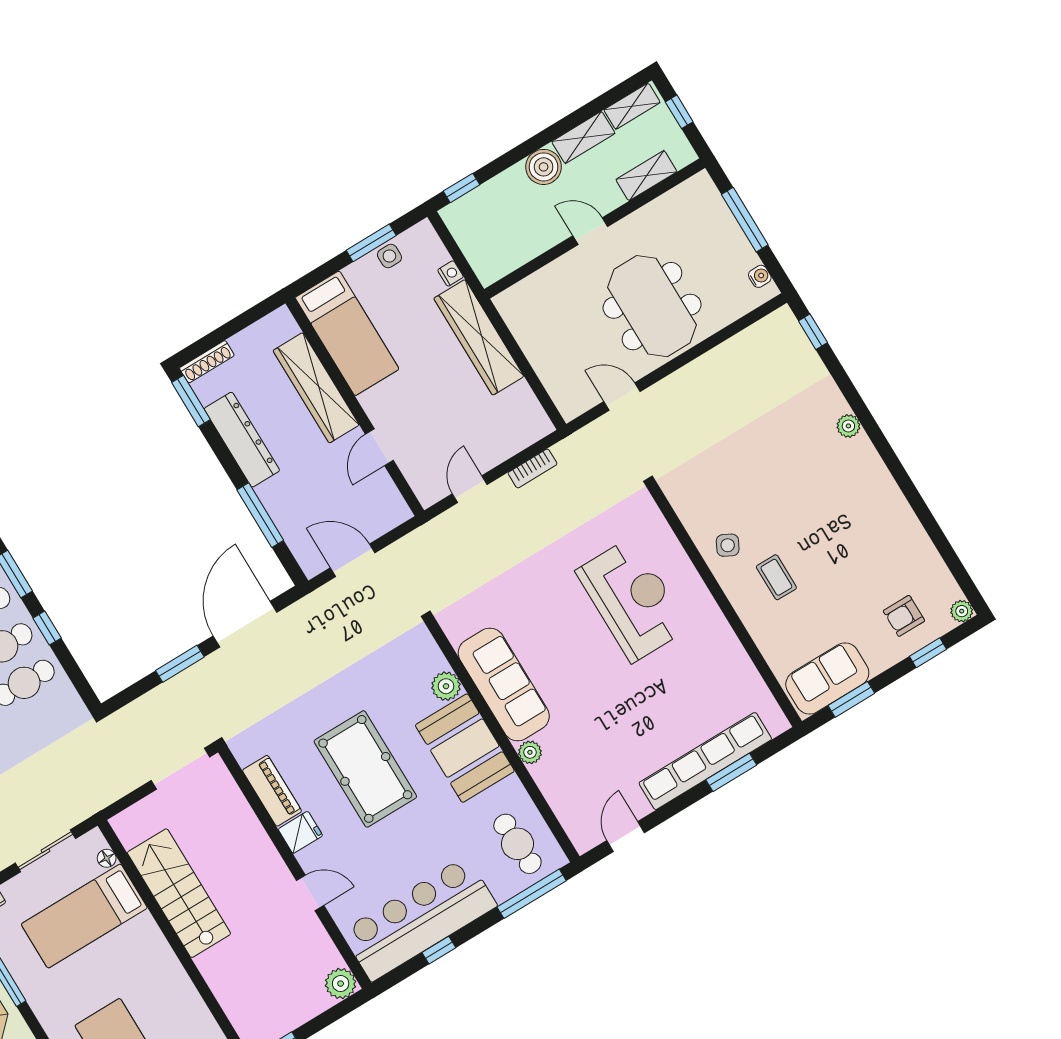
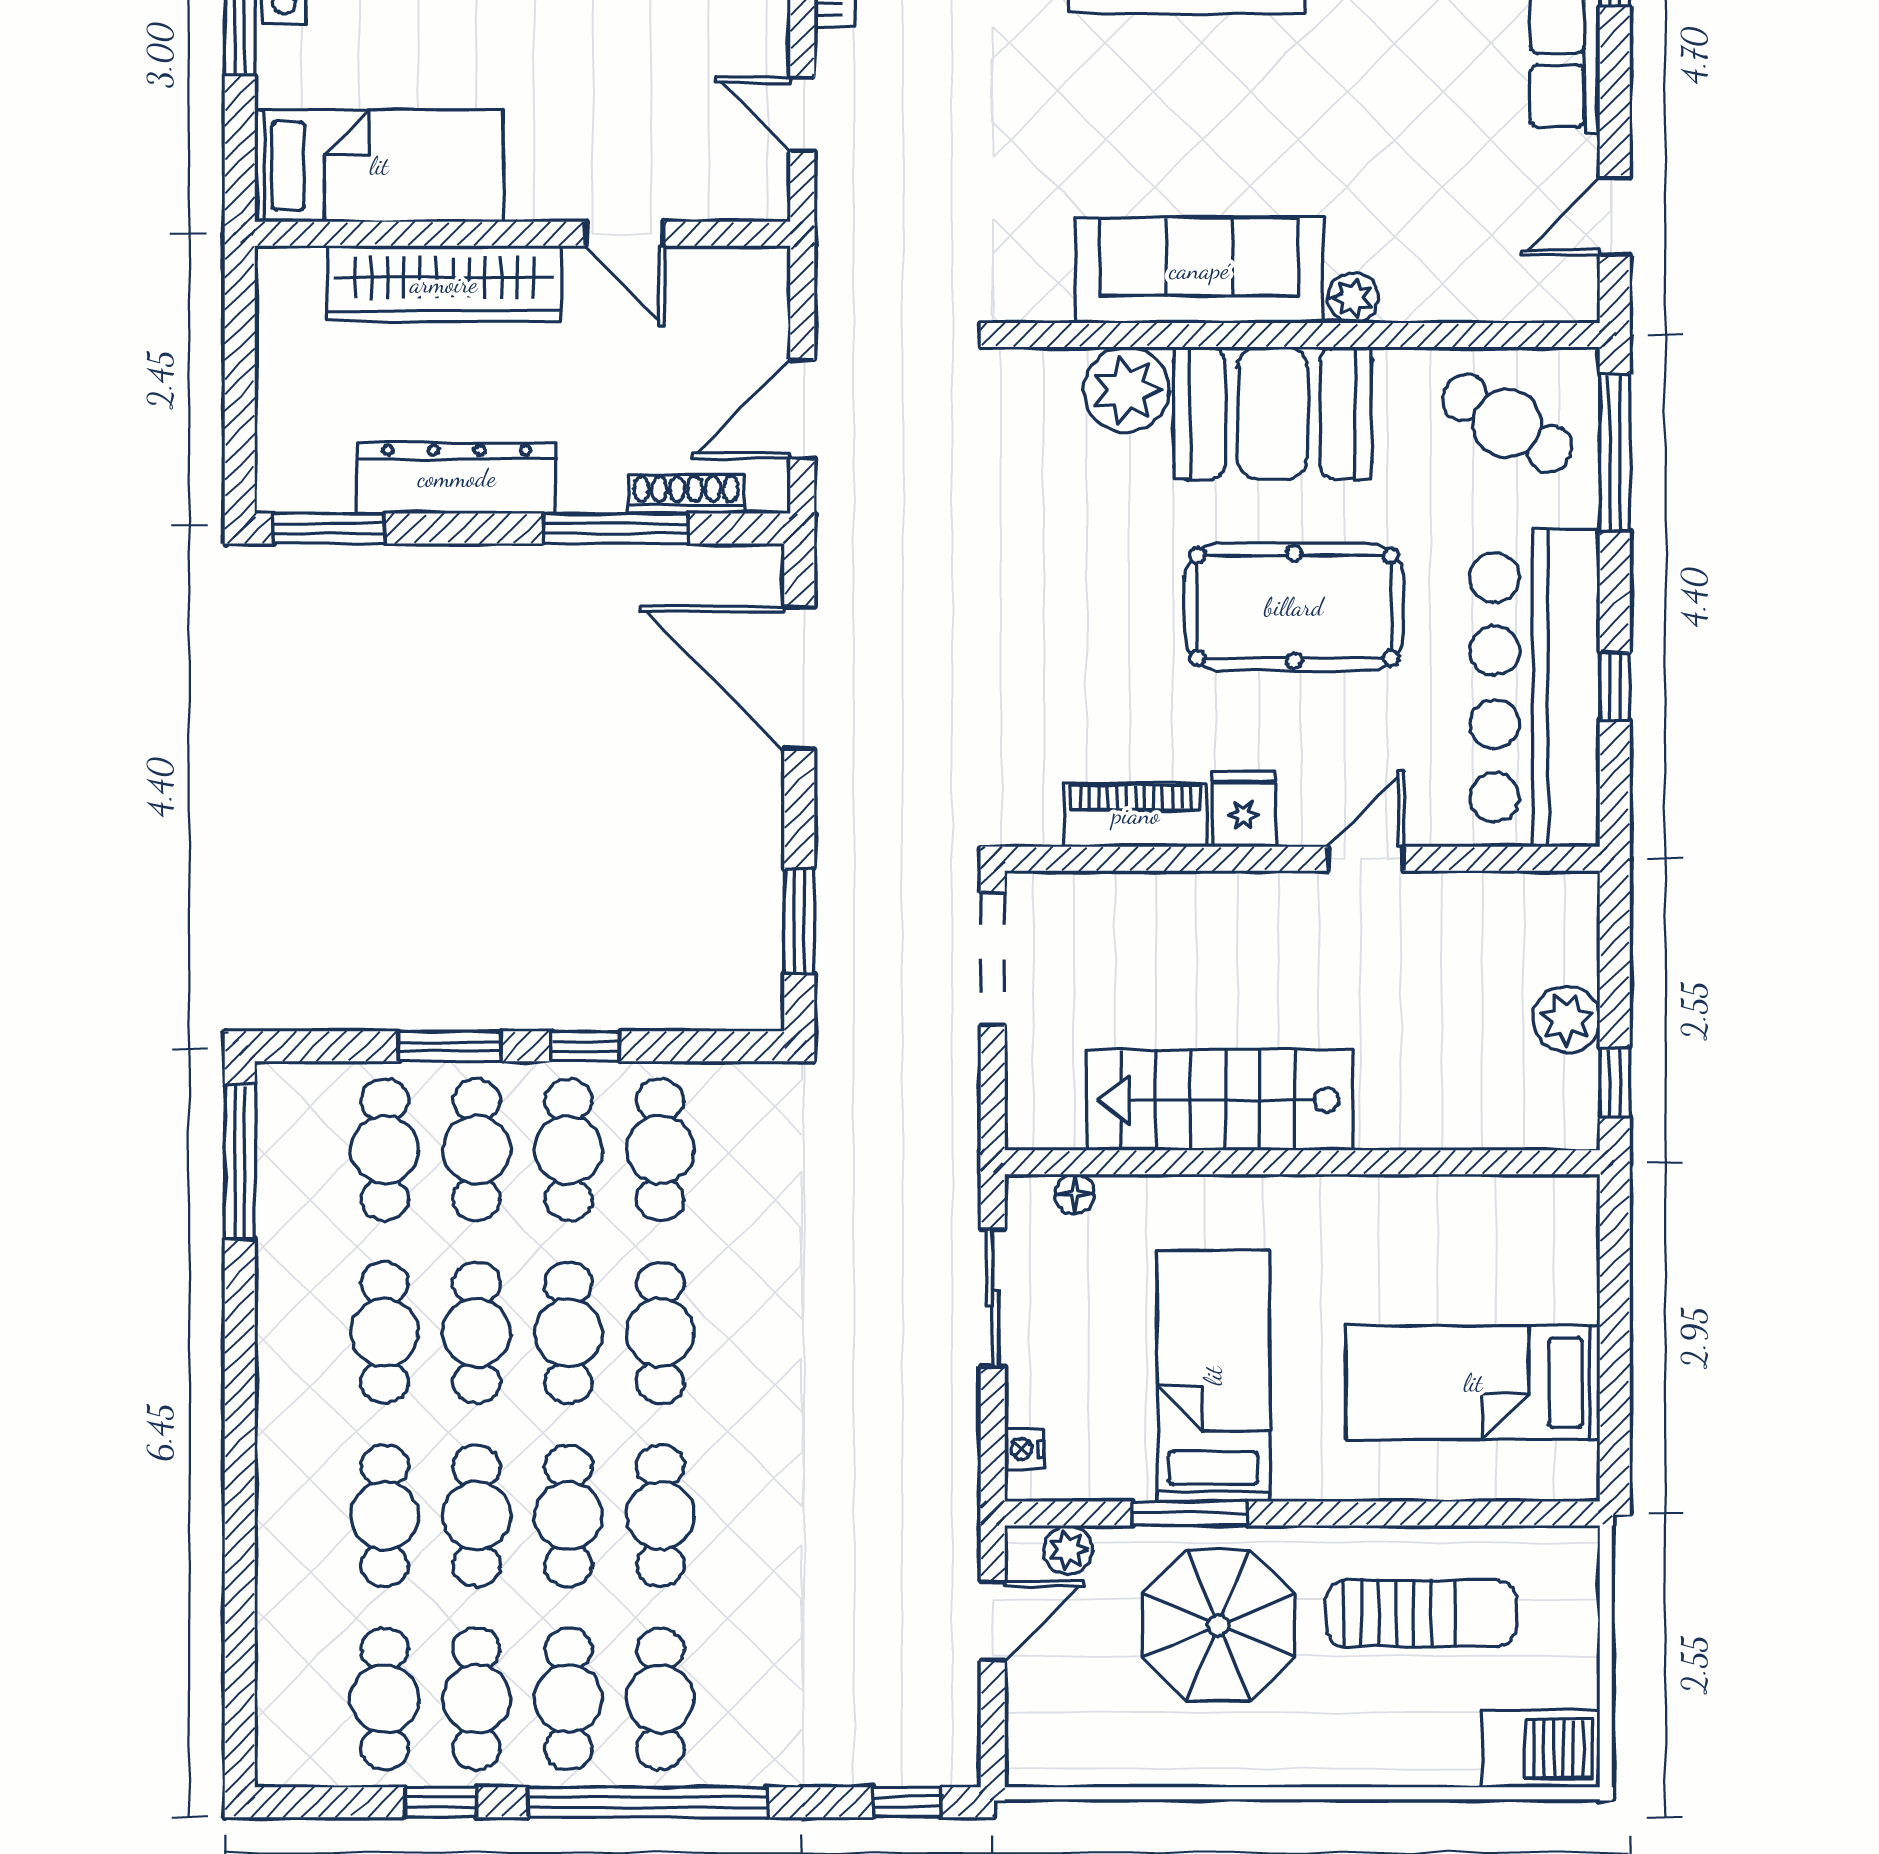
shoe rack: (207, 362) -> (686, 494), moved, turned -90
window: (180, 664) -> (799, 921), moved
plant: (446, 686) -> (1126, 390), width x1.36, depth x1.36
pool table: (365, 769) -> (1294, 607), moved
door: (626, 837) -> (1615, 216), hinge flipped
cafe table: (517, 844) -> (1507, 423), turned 33
bed: (84, 916) -> (1213, 1376), moved, turned 180
plant: (341, 984) -> (1566, 1020), moved

